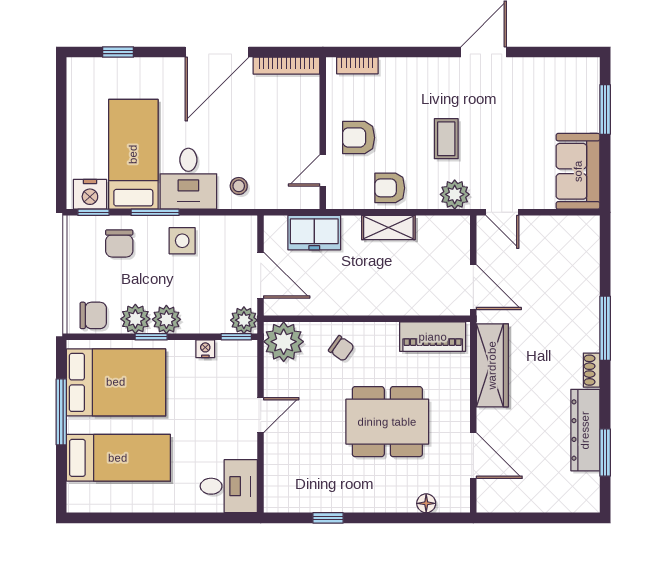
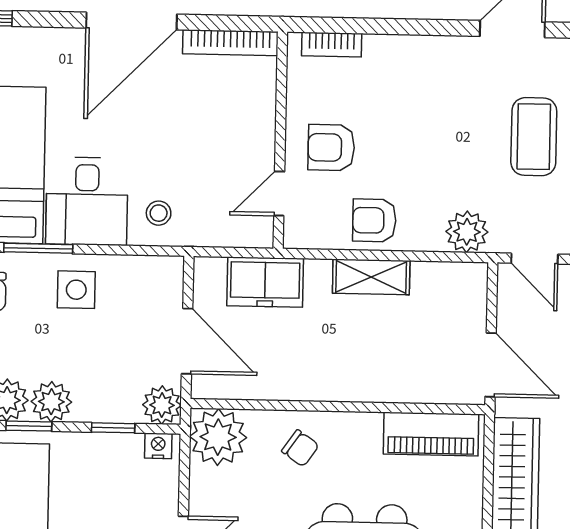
coffee table: (446, 139) -> (534, 137), moved, width x1.36, depth x1.30
window: (236, 337) -> (113, 428), moved
nightstand: (205, 349) -> (158, 446), moved

